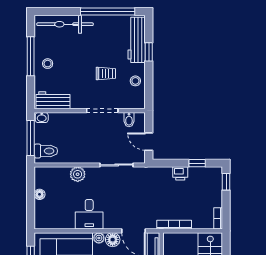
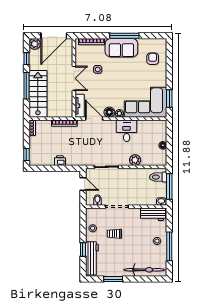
window: (108, 12) -> (113, 279), width x0.47
window: (197, 163) -> (48, 168), removed

